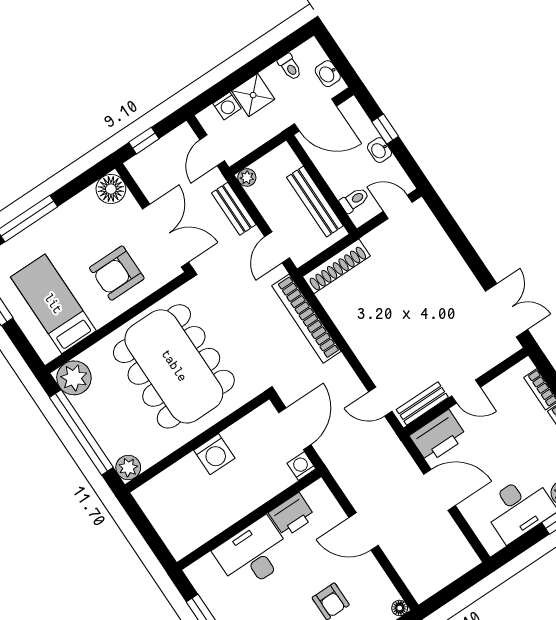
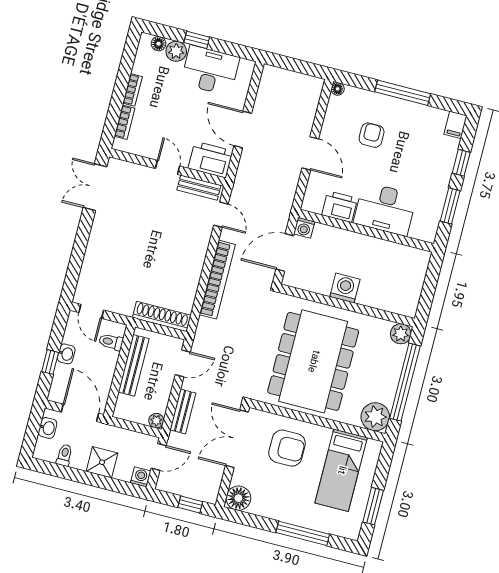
washing machine: (227, 106) -> (141, 477), moved
bookcase: (306, 319) -> (217, 280), moved

